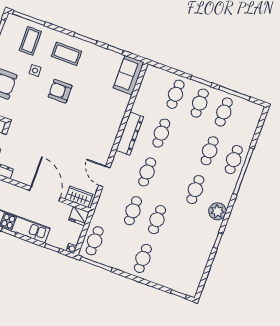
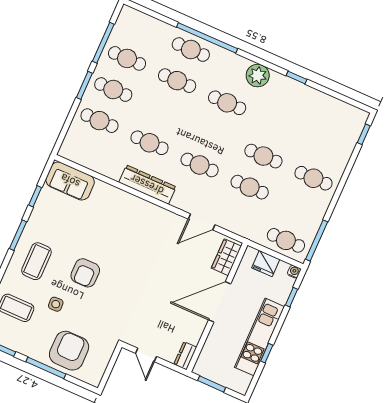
fridge: (79, 216) -> (266, 264), moved, turned 90

